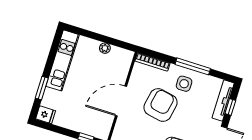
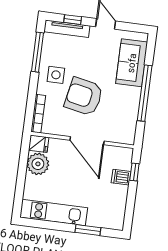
plant: (105, 48) -> (38, 164), width x1.88, depth x1.88
window: (193, 66) -> (37, 52), moved
fridge: (46, 115) -> (39, 144), moved, turned 90
dishwasher: (83, 125) -> (121, 177), added

